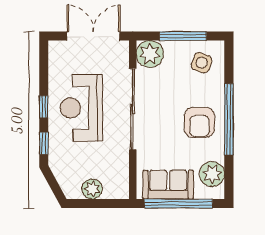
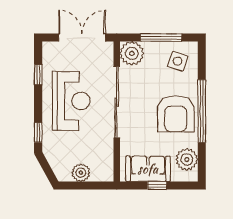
window: (44, 107) -> (38, 75), moved
reception desk: (81, 108) -> (71, 101), turned 180
armchair: (199, 122) -> (176, 114), width x1.36, depth x1.36
window: (178, 204) -> (157, 186), width x0.32

